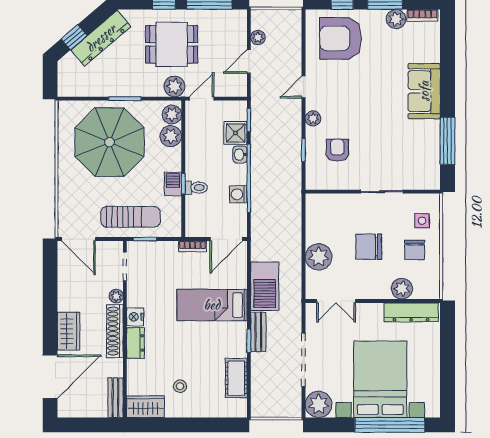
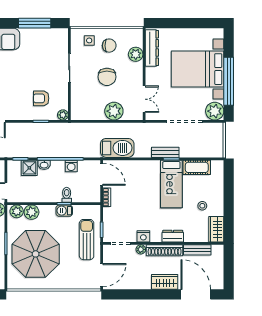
plant: (313, 118) -> (63, 115), moved
barbecue: (265, 286) -> (117, 148), moved
bed: (212, 305) -> (171, 184), moved
nightstand: (135, 317) -> (143, 236), moved
bench: (115, 398) -> (197, 250), moved
window: (390, 425) -> (229, 81), moved

